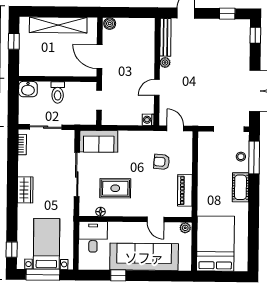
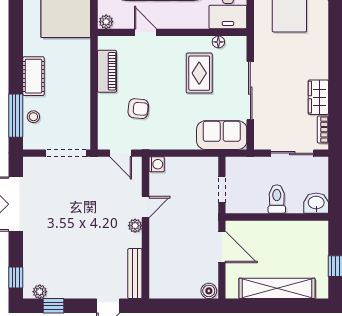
plant: (237, 24) -> (40, 292), added
plant: (165, 62) -> (135, 226), moved
doorway: (229, 129) -> (66, 153), moved
rug: (115, 188) -> (199, 73), turned 90
wardrobe: (25, 190) -> (318, 97), moved

